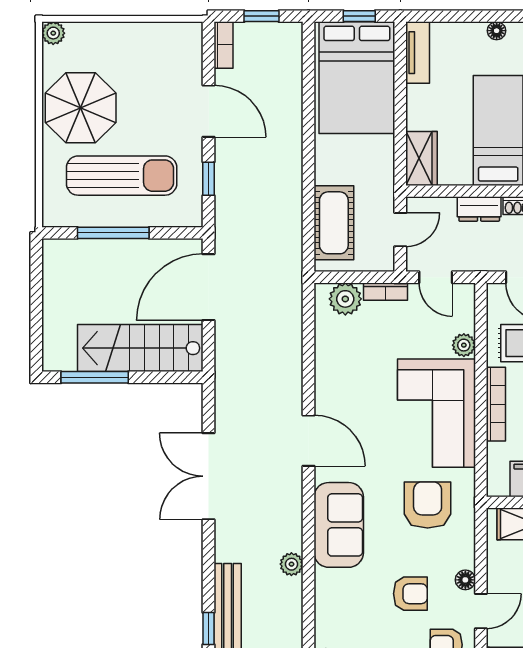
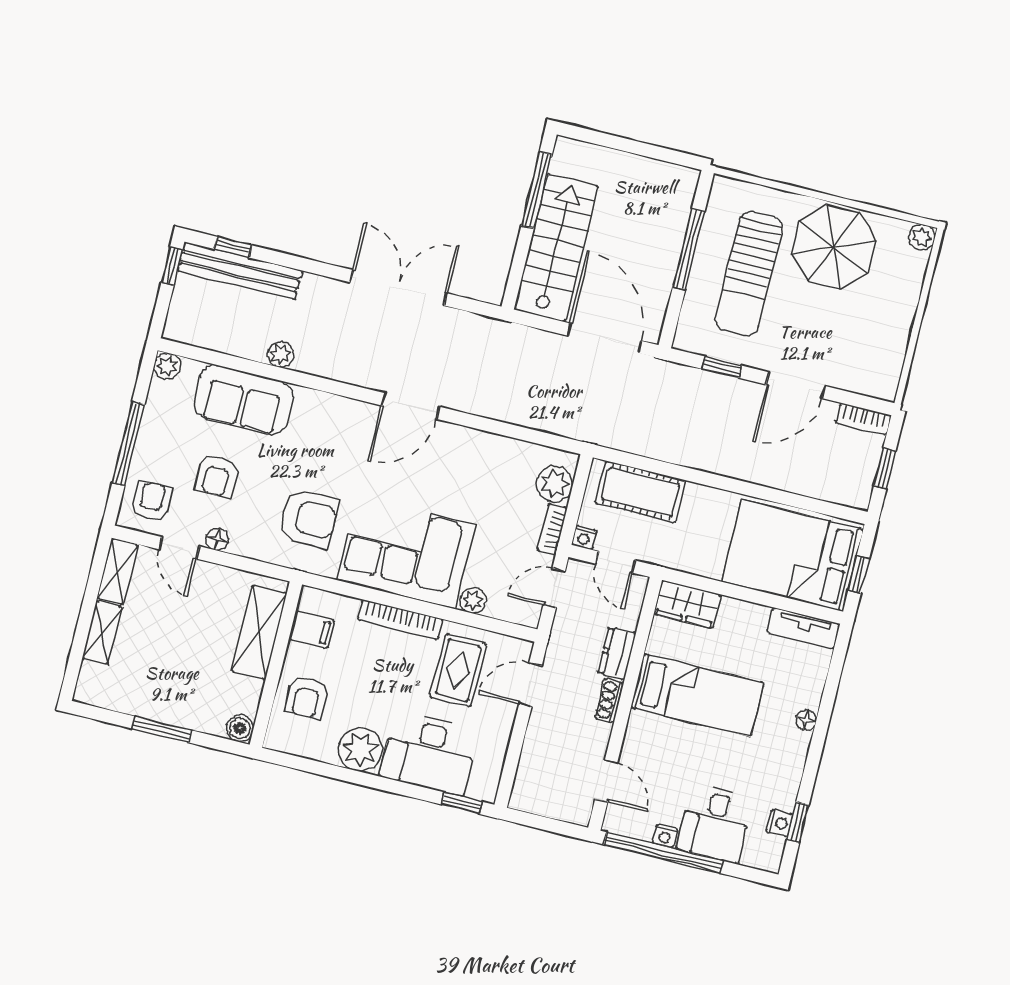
nightstand: (386, 262) -> (584, 538), added
sofa: (339, 525) -> (244, 400), moved

